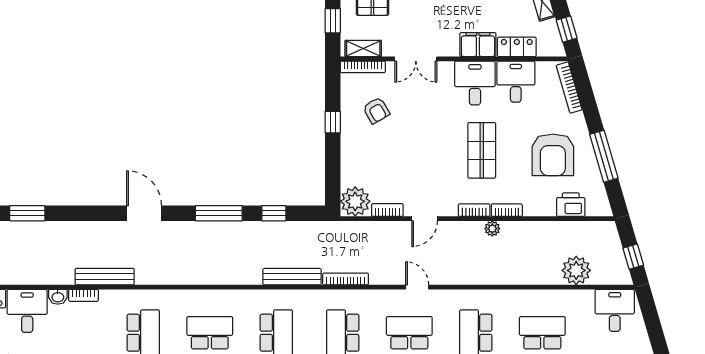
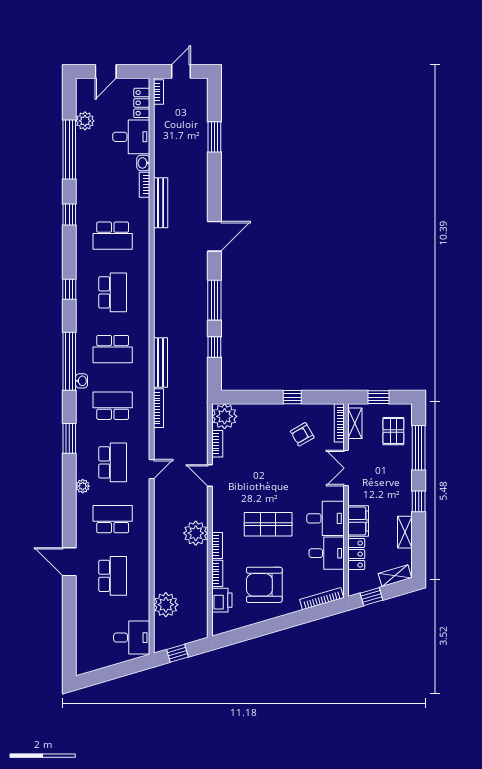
window: (604, 156) -> (263, 628), removed
bookcase: (474, 210) -> (217, 573), moved
plant: (492, 229) -> (196, 533), width x1.88, depth x1.88

